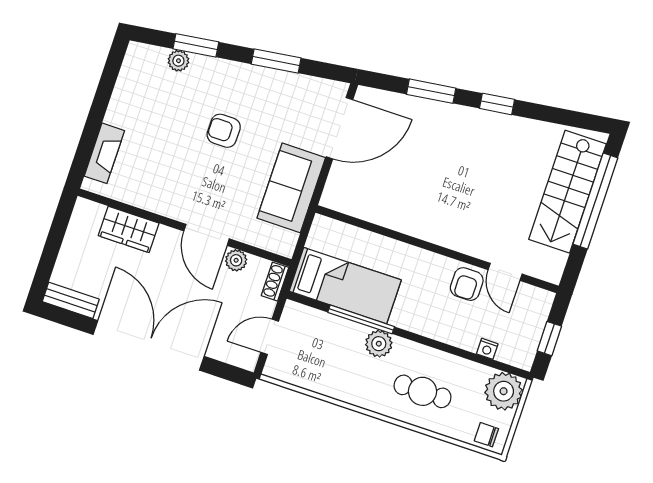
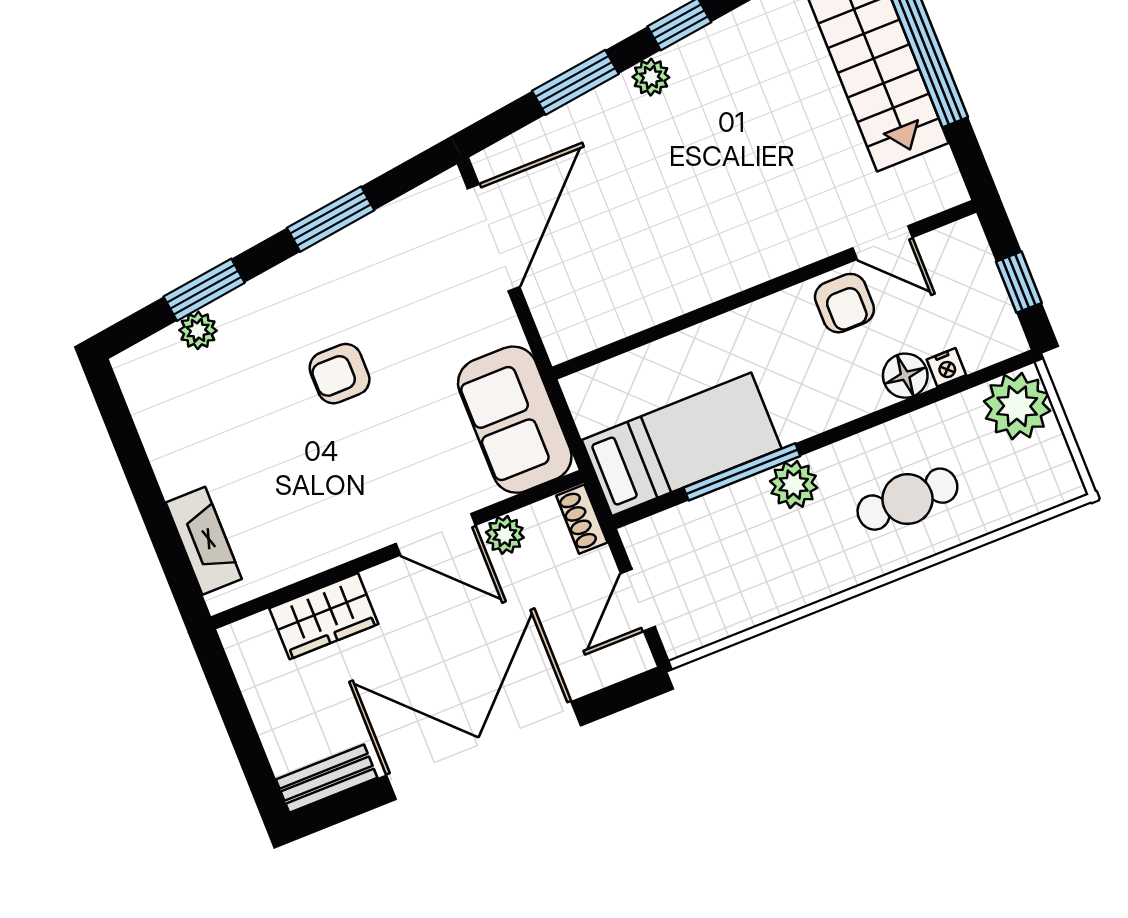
plant: (466, 116) -> (651, 77), added
sofa: (291, 188) -> (515, 420), moved
floor lamp: (466, 337) -> (905, 376), added
chair: (486, 435) -> (1044, 485), removed

